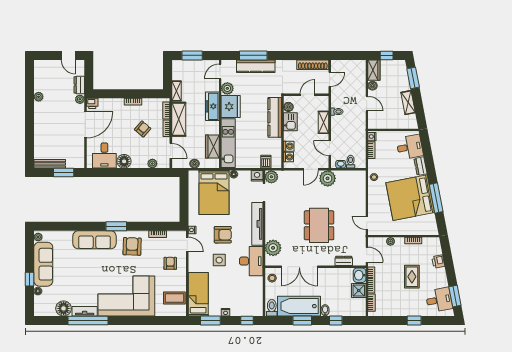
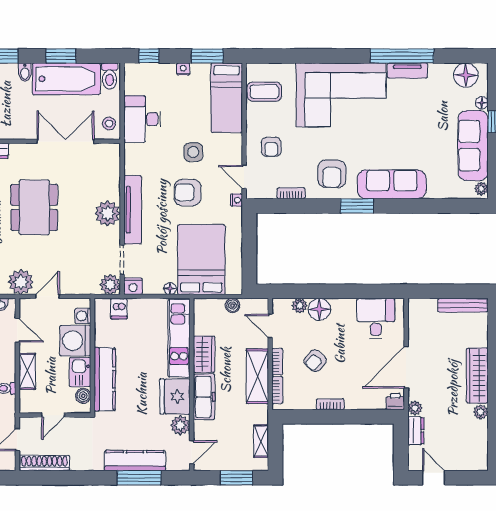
shelving: (177, 91) -> (261, 441), moved
wardrobe: (41, 120) -> (477, 376), added
washing machine: (289, 146) -> (75, 341), width x1.89, depth x1.89
wardrobe: (212, 147) -> (204, 354), moved
floor lamp: (124, 161) -> (319, 309), moved
window: (64, 173) -> (441, 291), removed
plant: (273, 248) -> (108, 213), moved
desk: (251, 261) -> (142, 119), moved
floor lamp: (64, 308) -> (466, 75), moved

